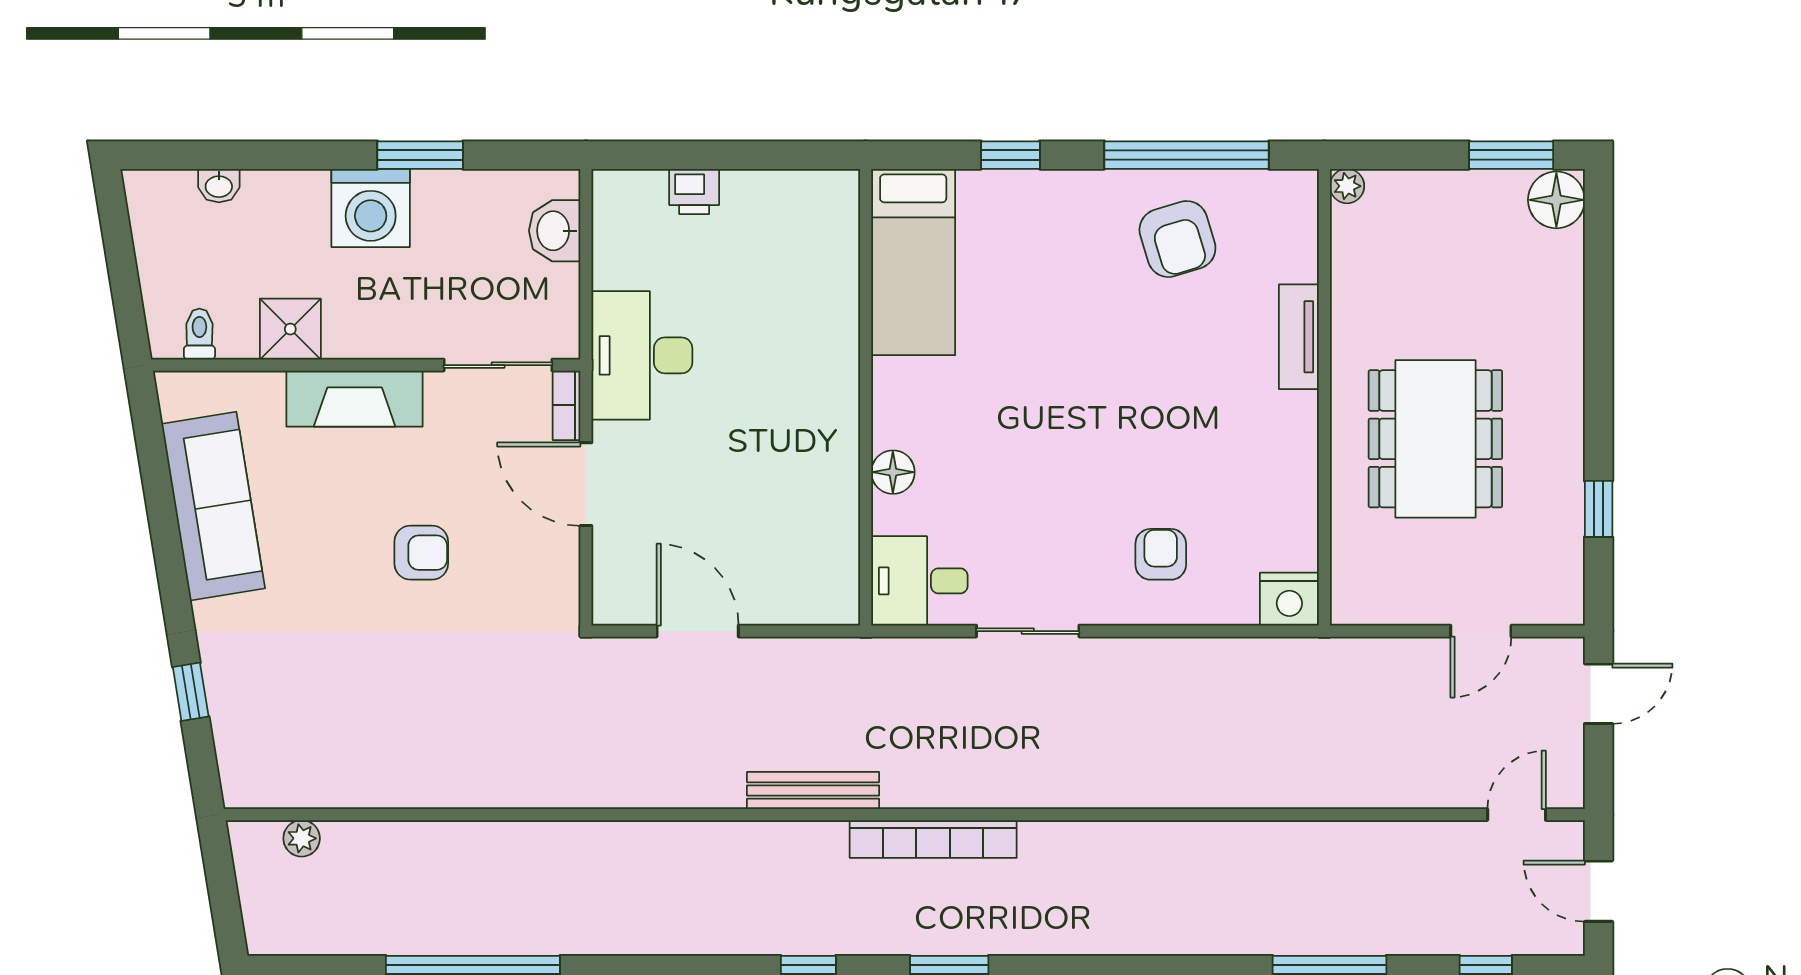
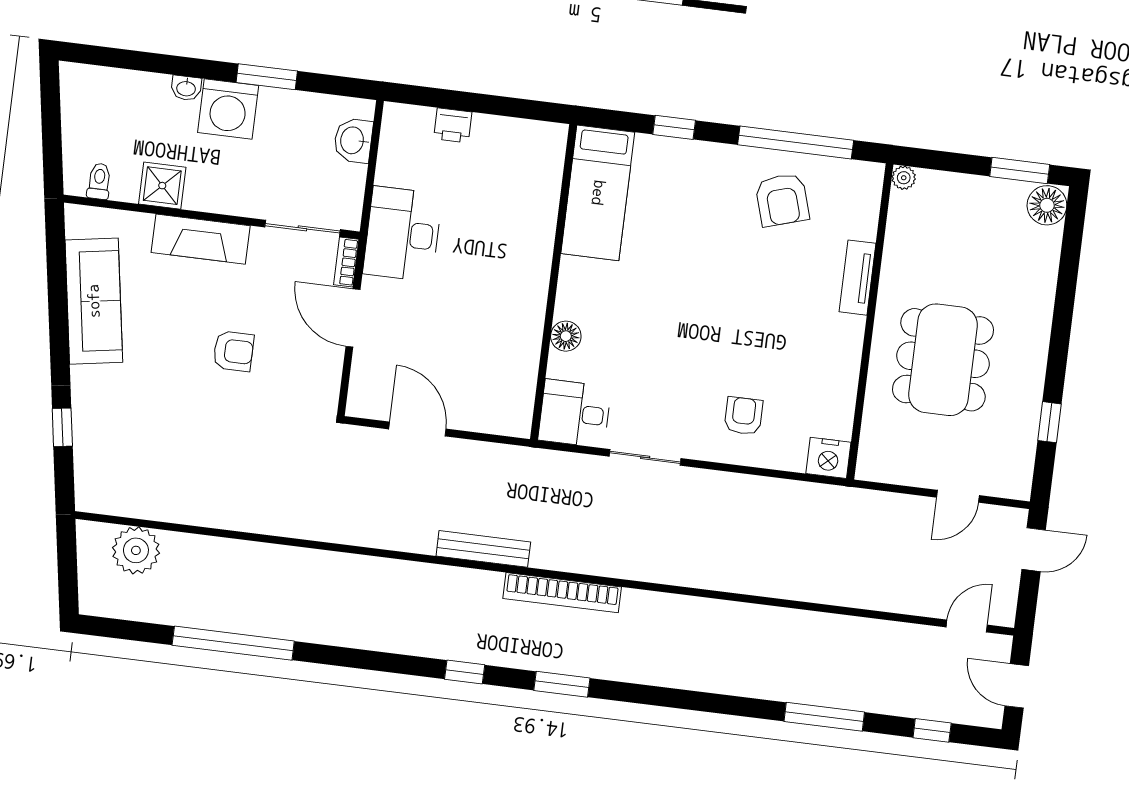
washbasin: (219, 186) -> (186, 88), moved
plant: (302, 838) -> (136, 550), width x1.88, depth x1.88

